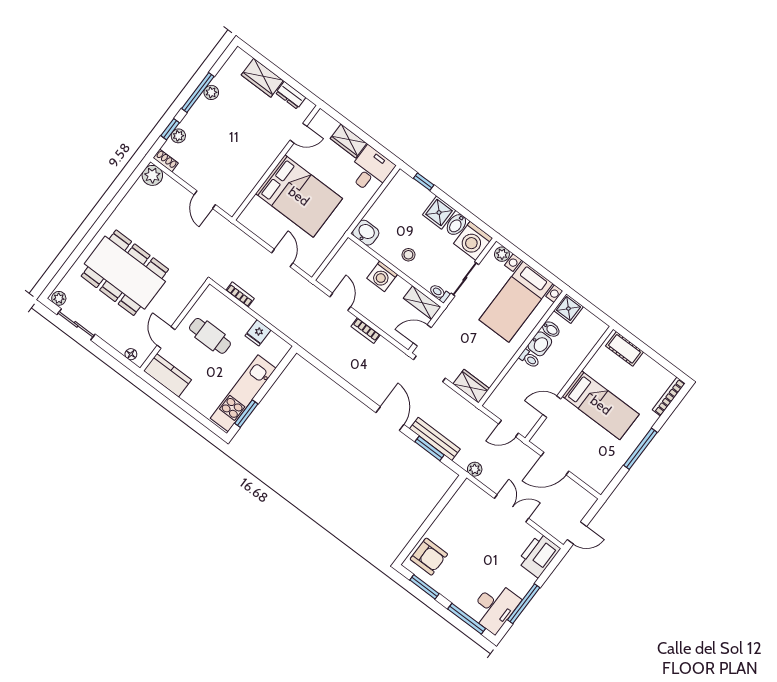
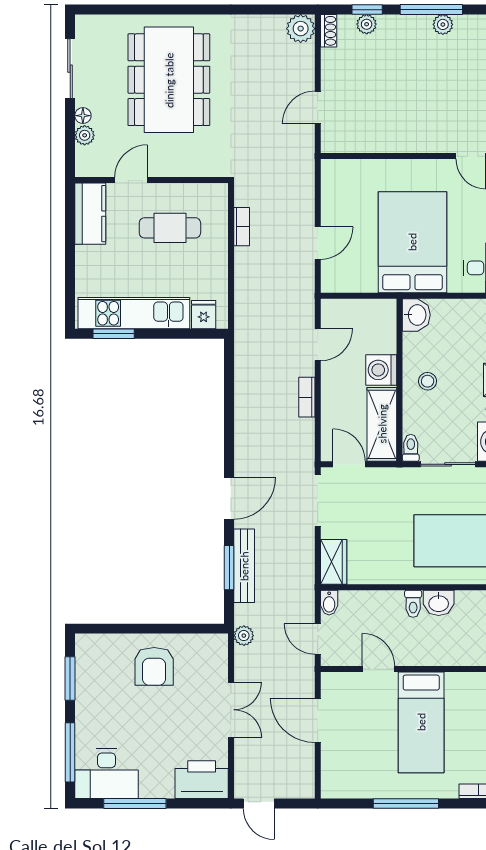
bed: (299, 196) -> (412, 242), moved, turned 180
plant: (59, 298) -> (85, 135), moved
shelving: (422, 303) -> (382, 424), width x1.50, depth x1.33
bidet: (551, 329) -> (329, 603), moved
fridge: (258, 333) -> (204, 315), moved, turned 90
cafe table: (210, 336) -> (170, 228), turned 90
floor lamp: (131, 354) -> (83, 116), moved
armchair: (429, 557) -> (154, 666), moved

